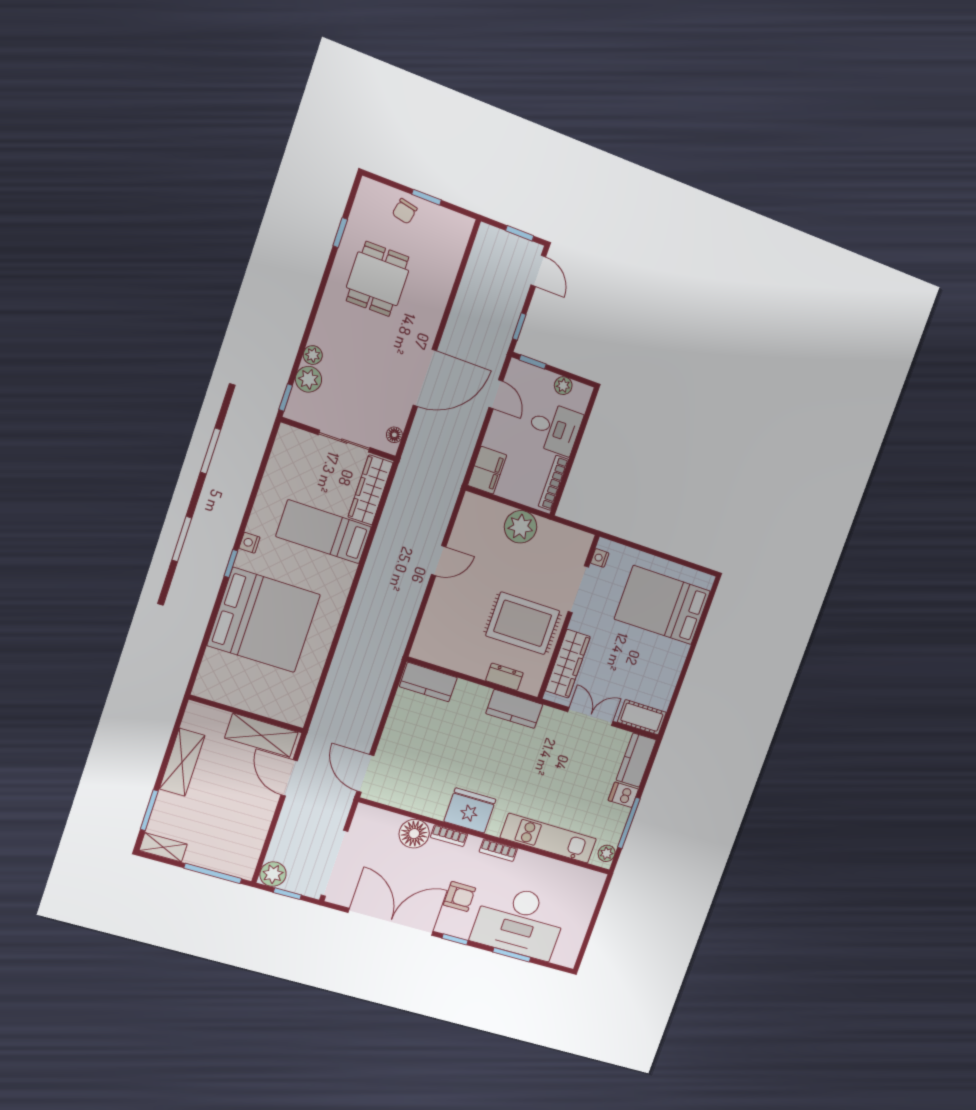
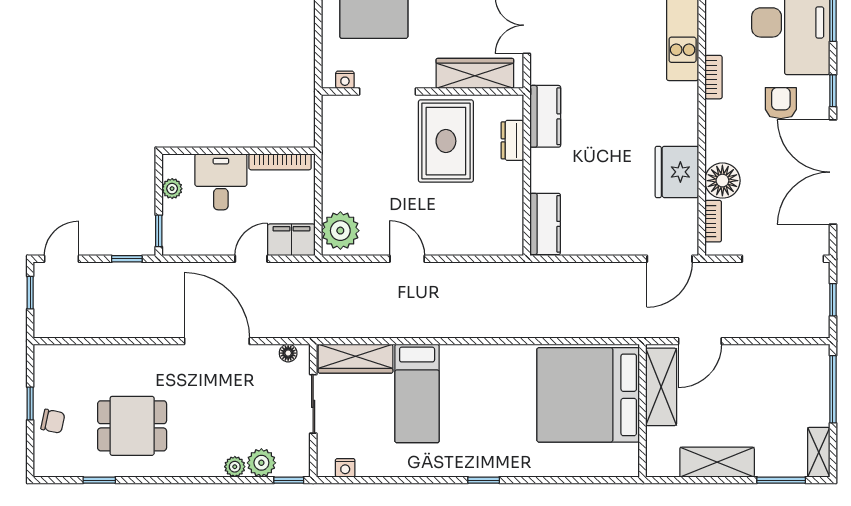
door: (496, 394) -> (251, 259), moved
plant: (521, 527) -> (340, 231), moved
nightstand: (250, 543) -> (345, 468), moved
bed: (264, 620) -> (588, 395), moved, turned -90
fridge: (470, 810) -> (677, 172), moved
bookcase: (449, 836) -> (713, 221), moved
plant: (273, 874) -> (815, 323), removed

